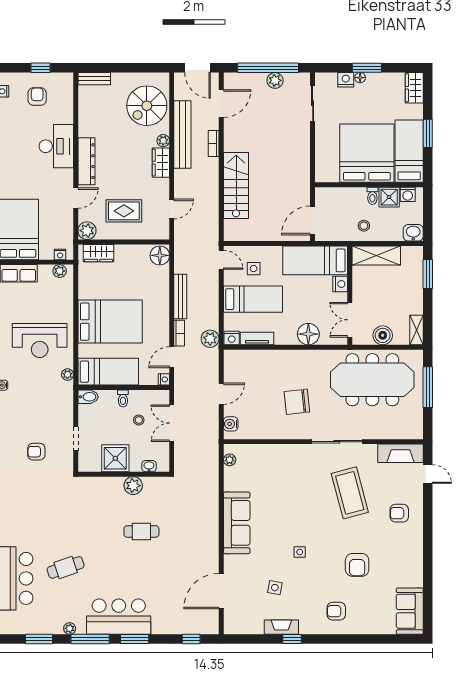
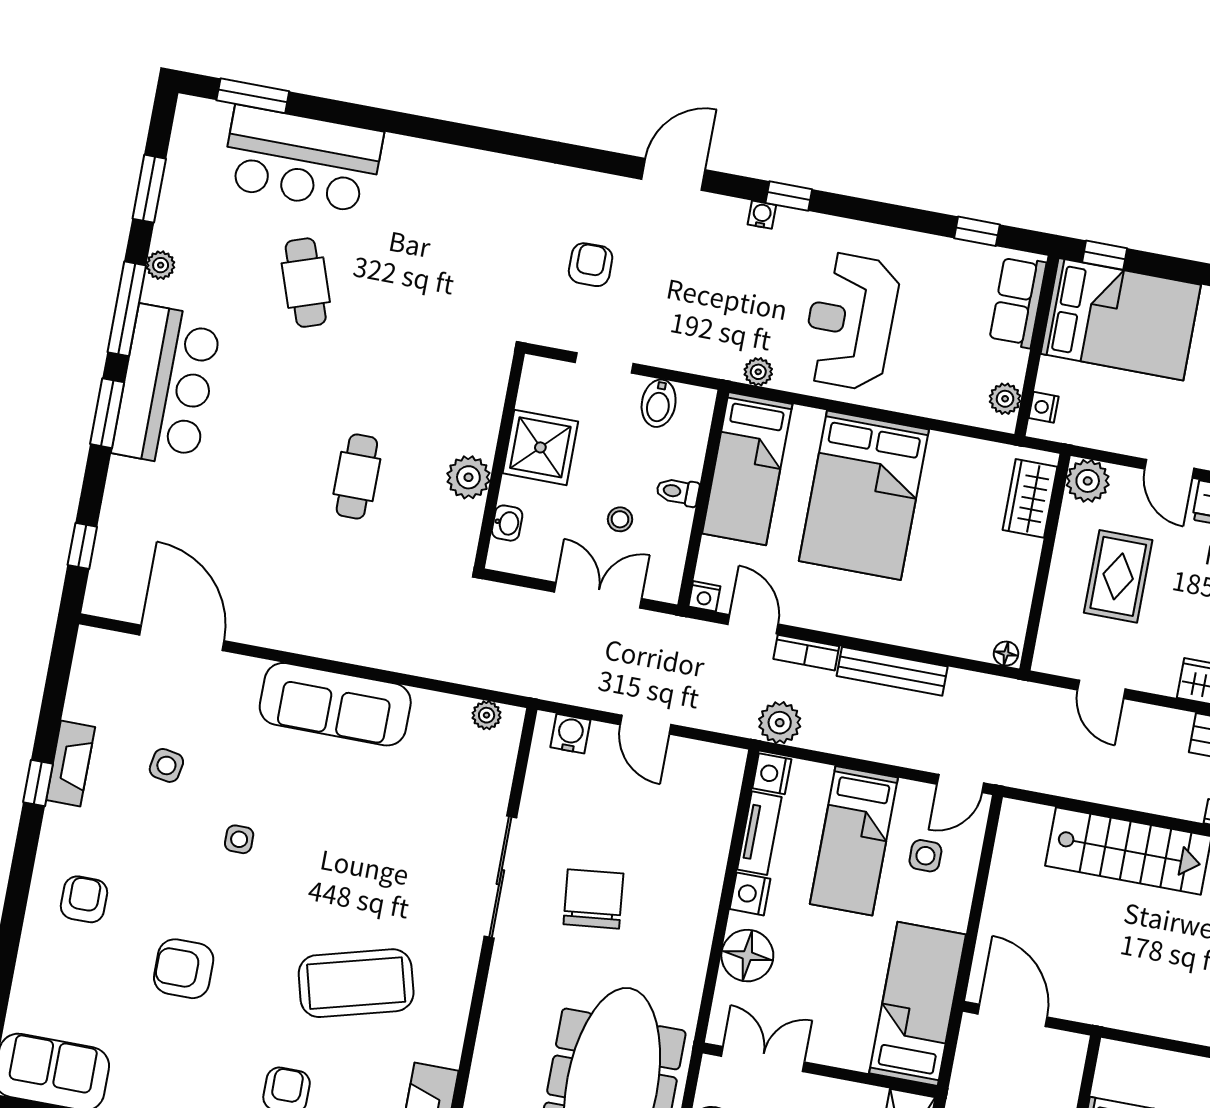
floor lamp: (160, 255) -> (1006, 654), width x0.53, depth x0.53
nightstand: (340, 284) -> (750, 894), moved, turned 90
bidet: (88, 397) -> (659, 403), moved
sliding door: (337, 442) -> (500, 877), moved

